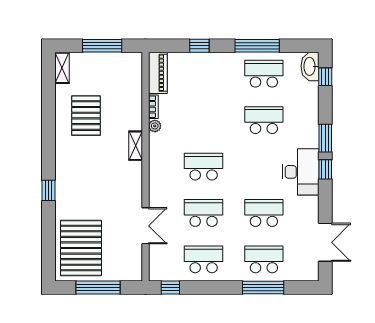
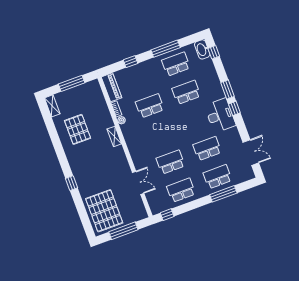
school desk: (204, 167) -> (150, 106), moved

